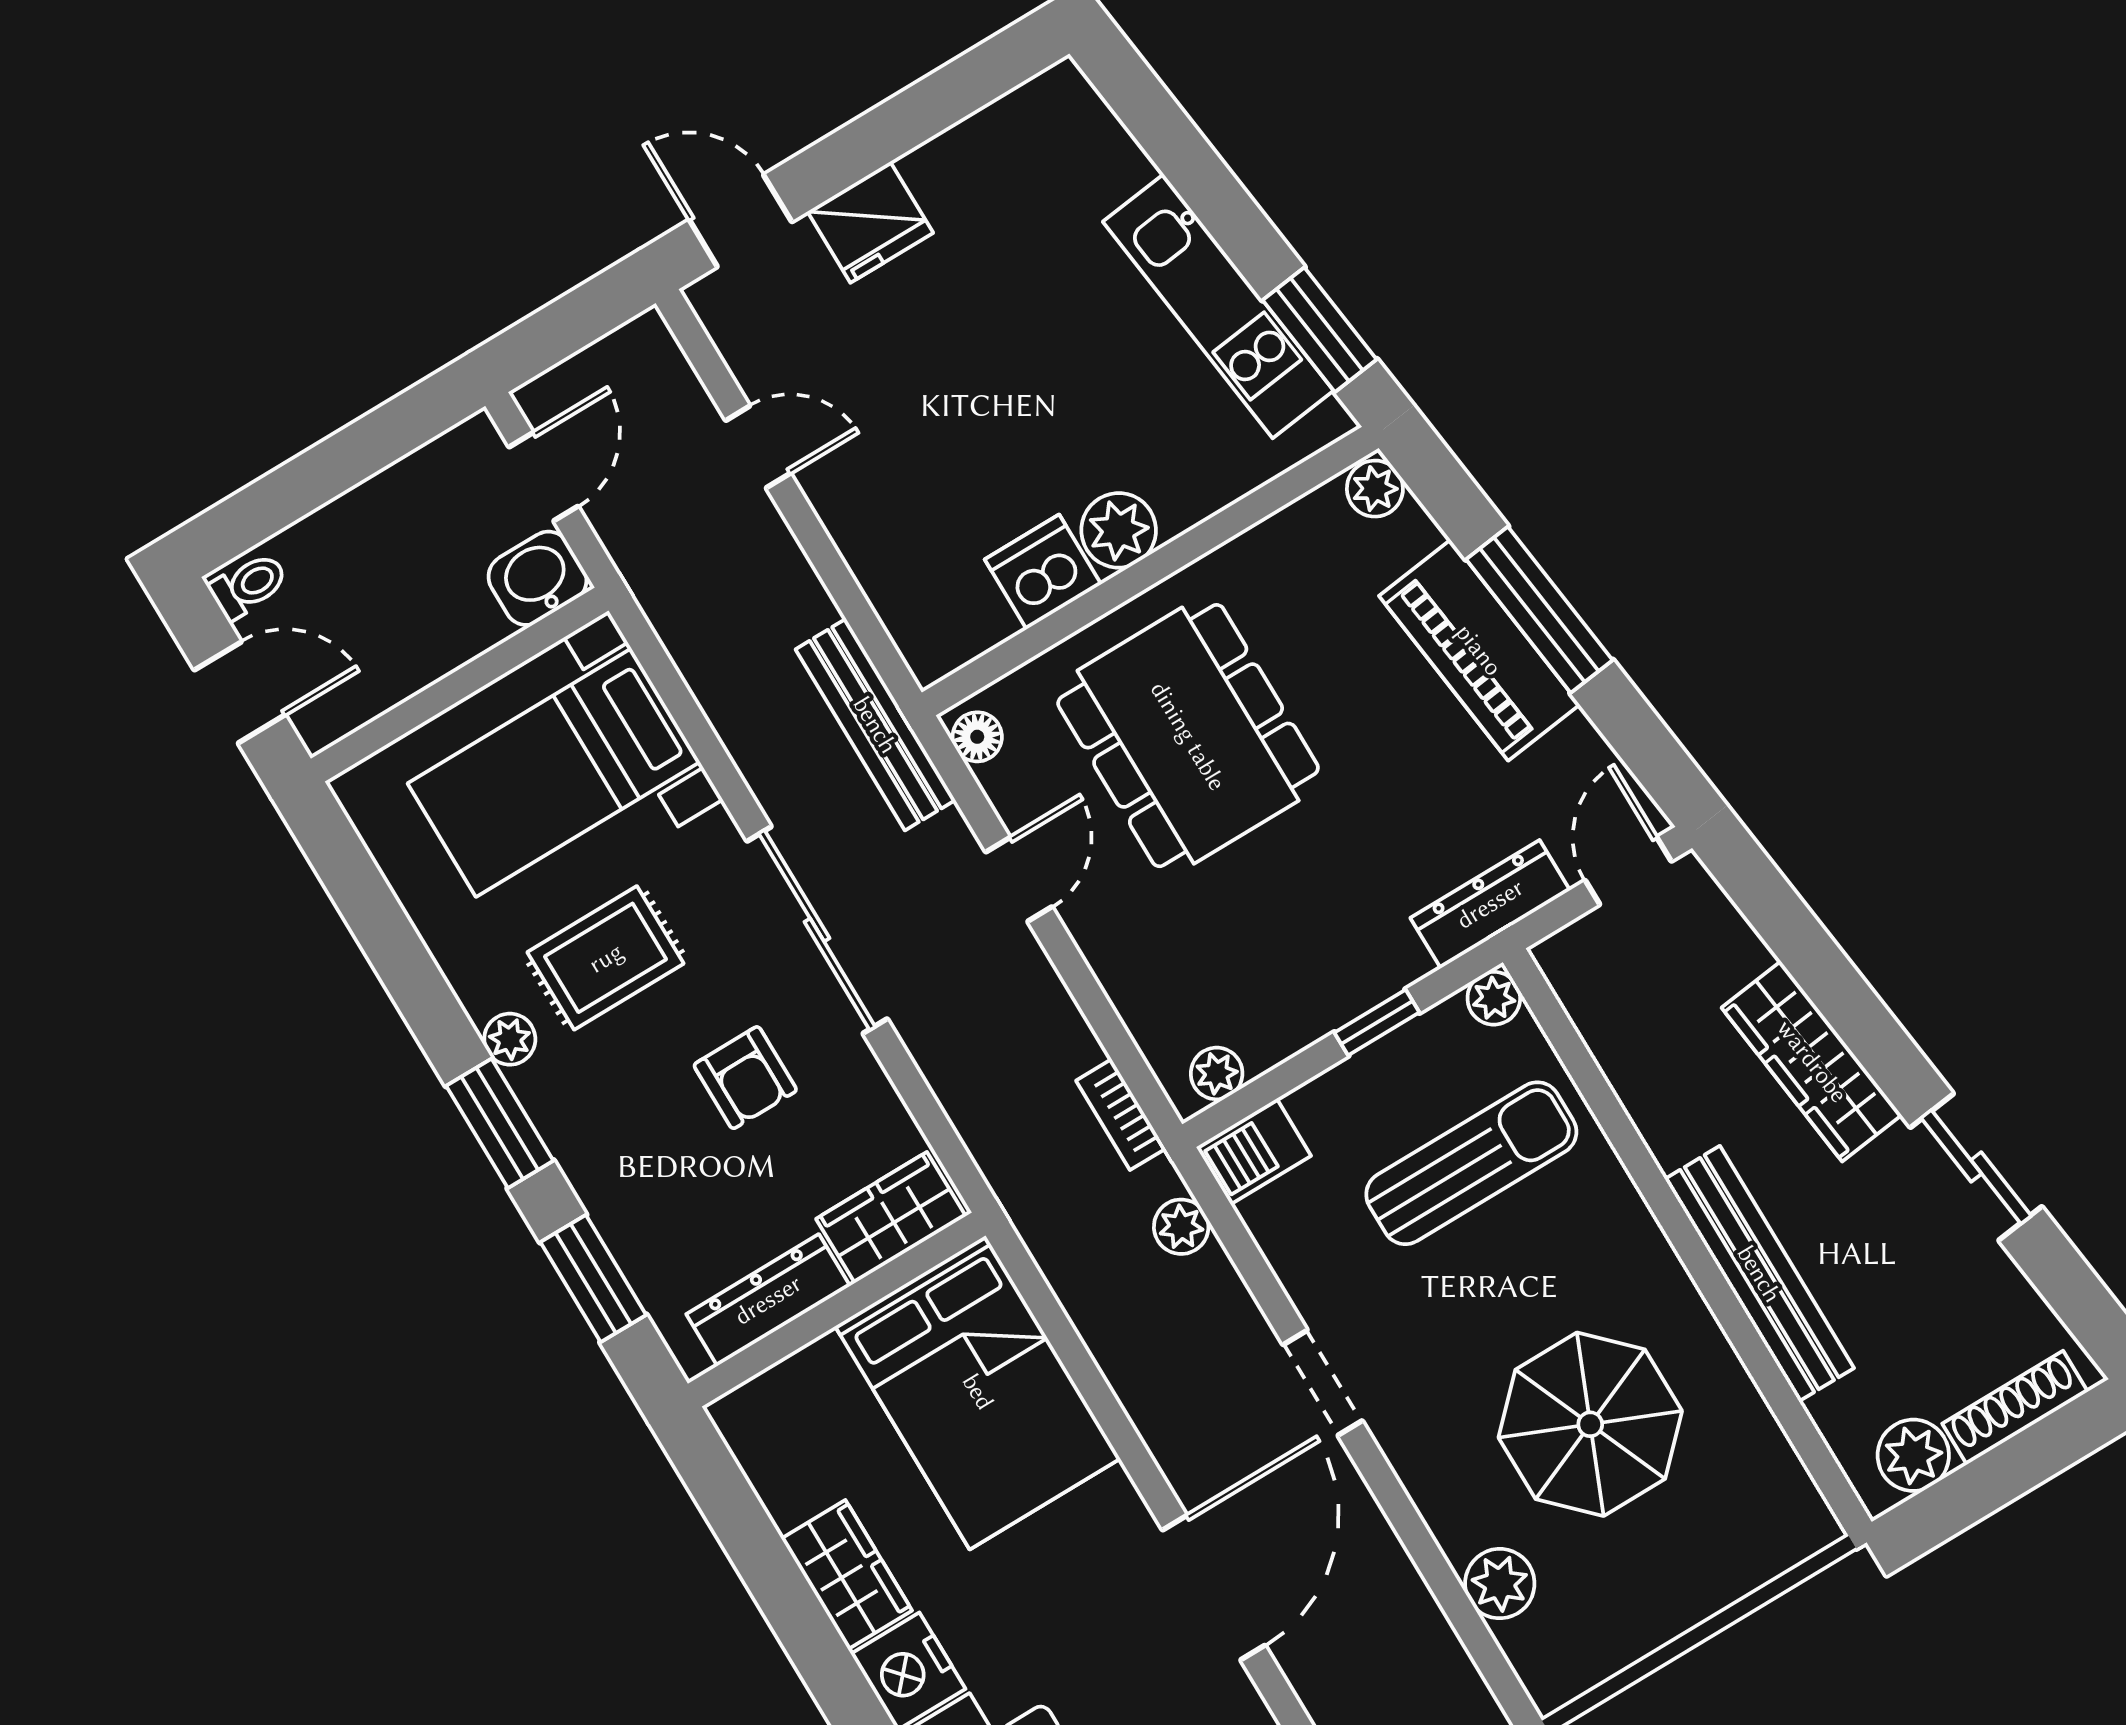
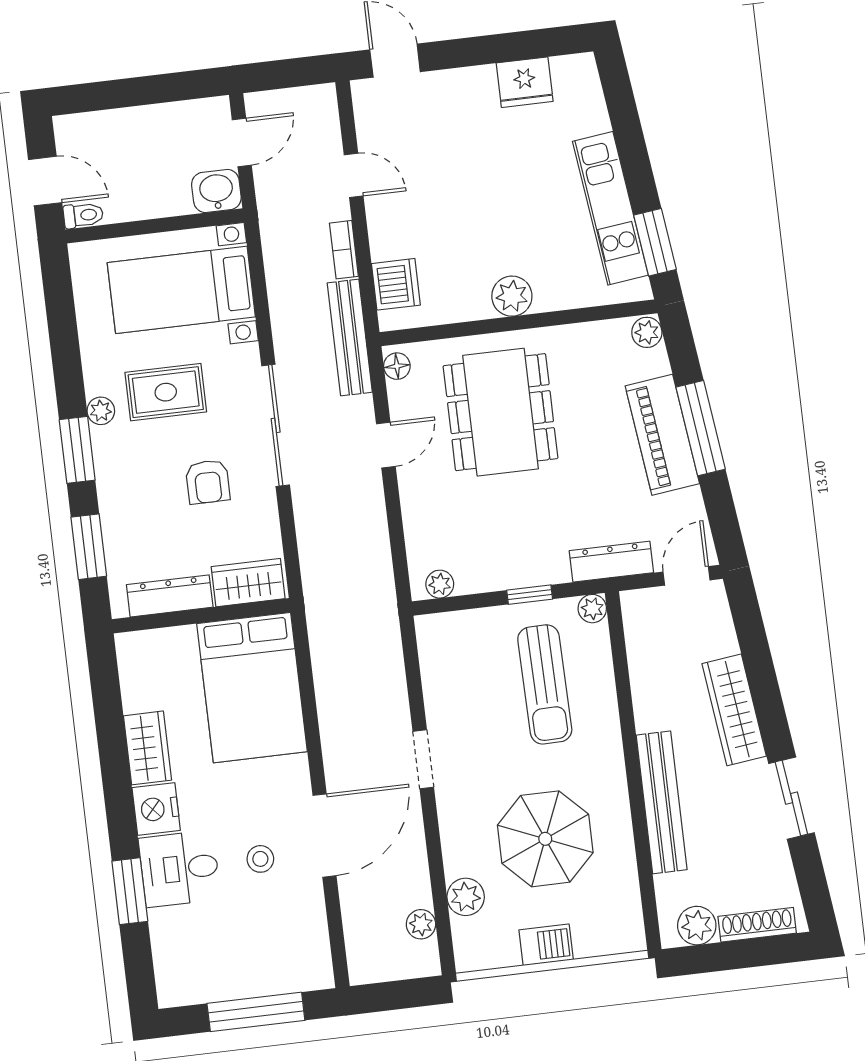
fridge: (870, 222) -> (525, 82), moved
dishwasher: (1043, 572) -> (396, 284), moved, turned 90
toilet: (249, 586) -> (83, 215), moved
bookcase: (1121, 1115) -> (344, 250), moved
barbecue: (1254, 1151) -> (546, 945), moved, turned 180
sun lounger: (1471, 1163) -> (545, 684), turned 89
plant: (1181, 1227) -> (421, 924), moved
stool: (1123, 1676) -> (260, 859), added

